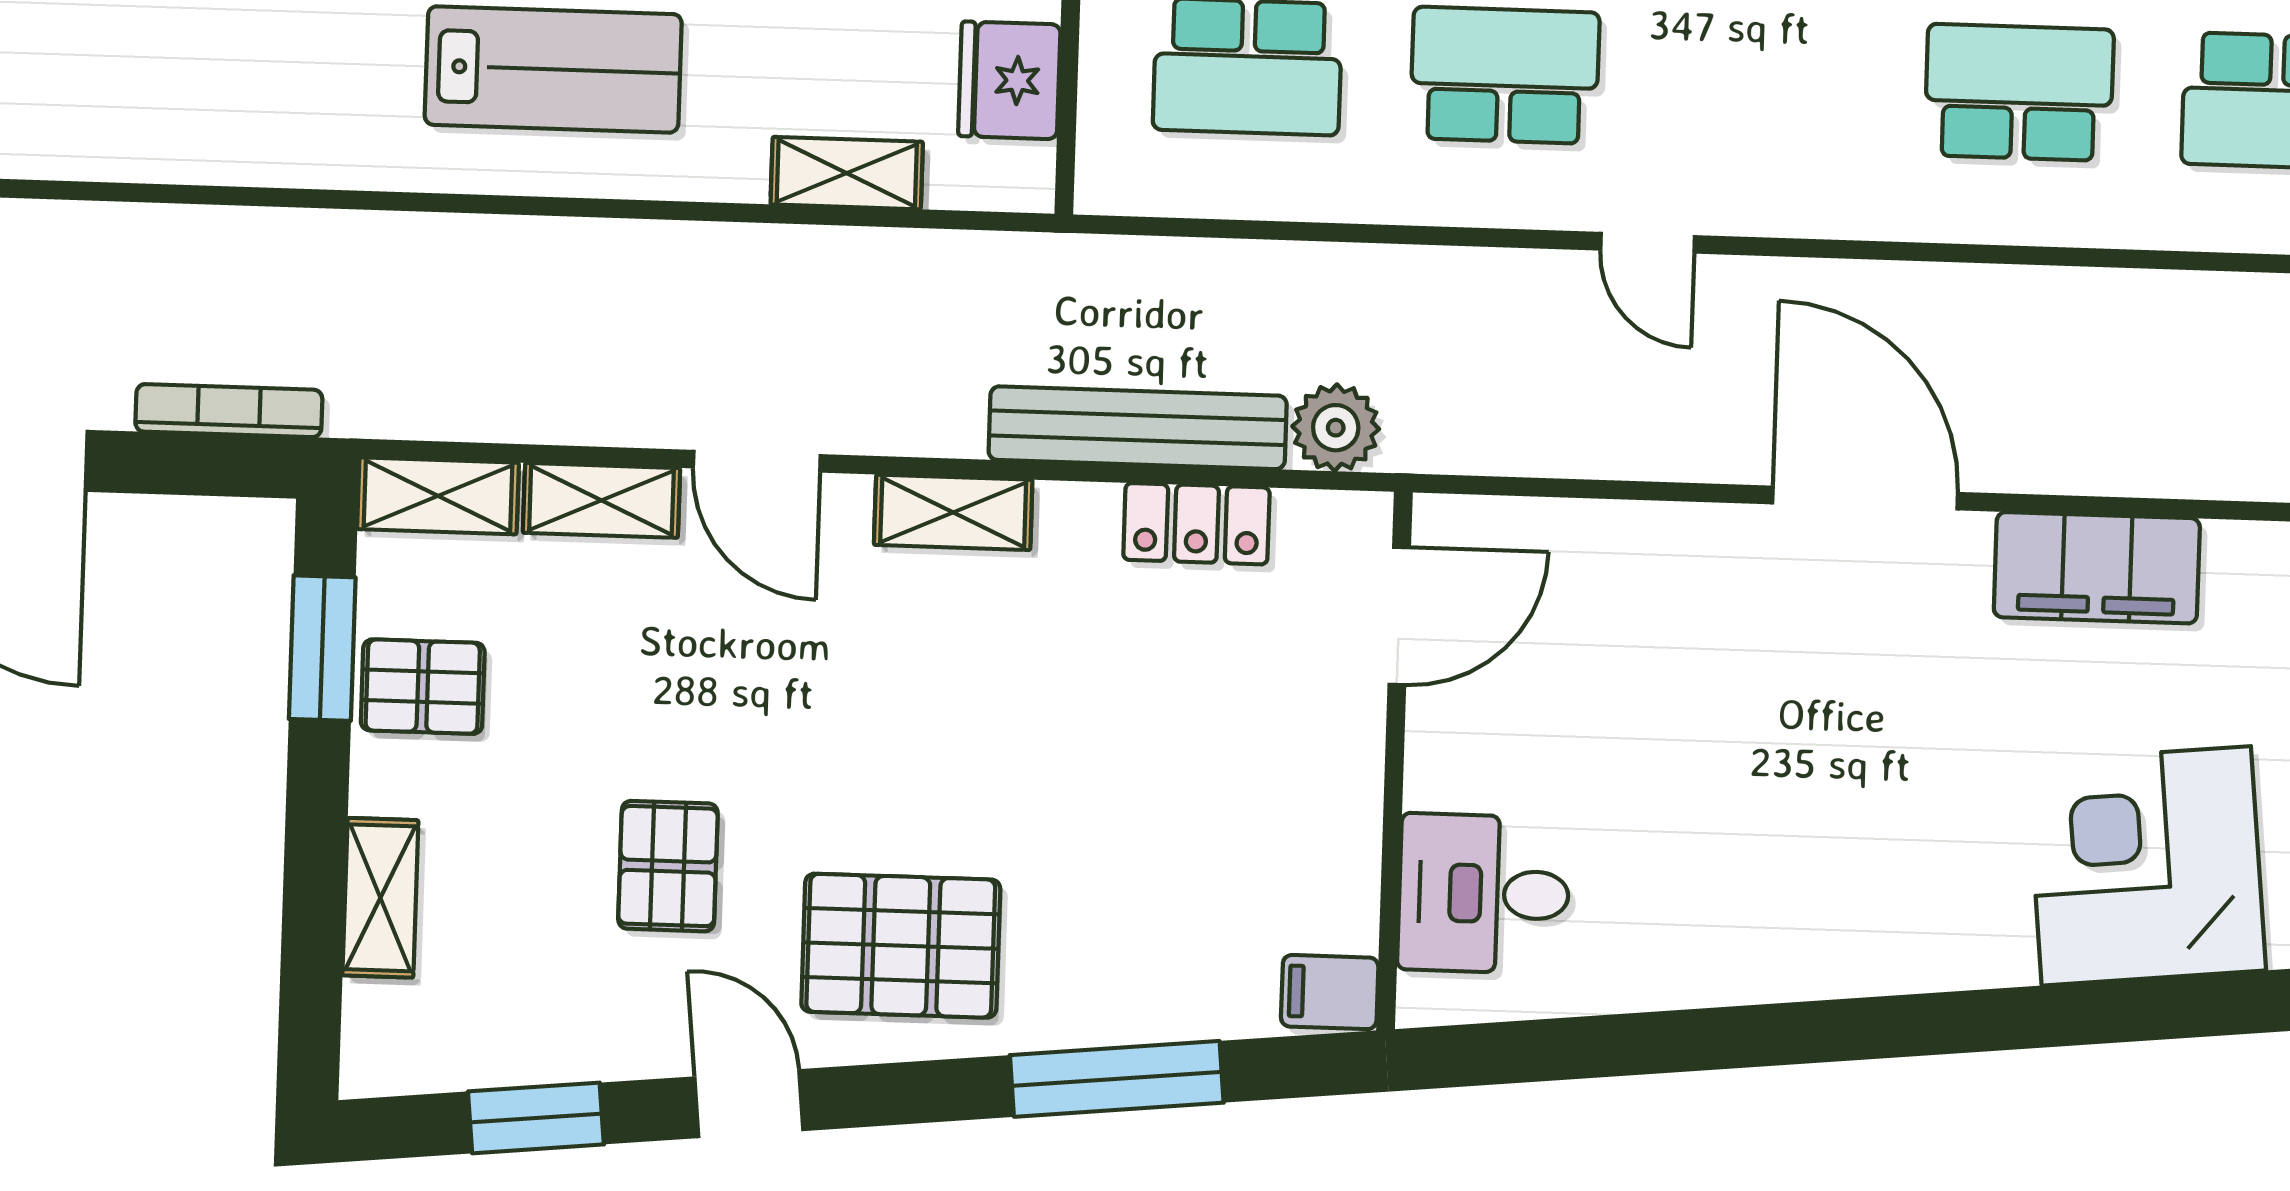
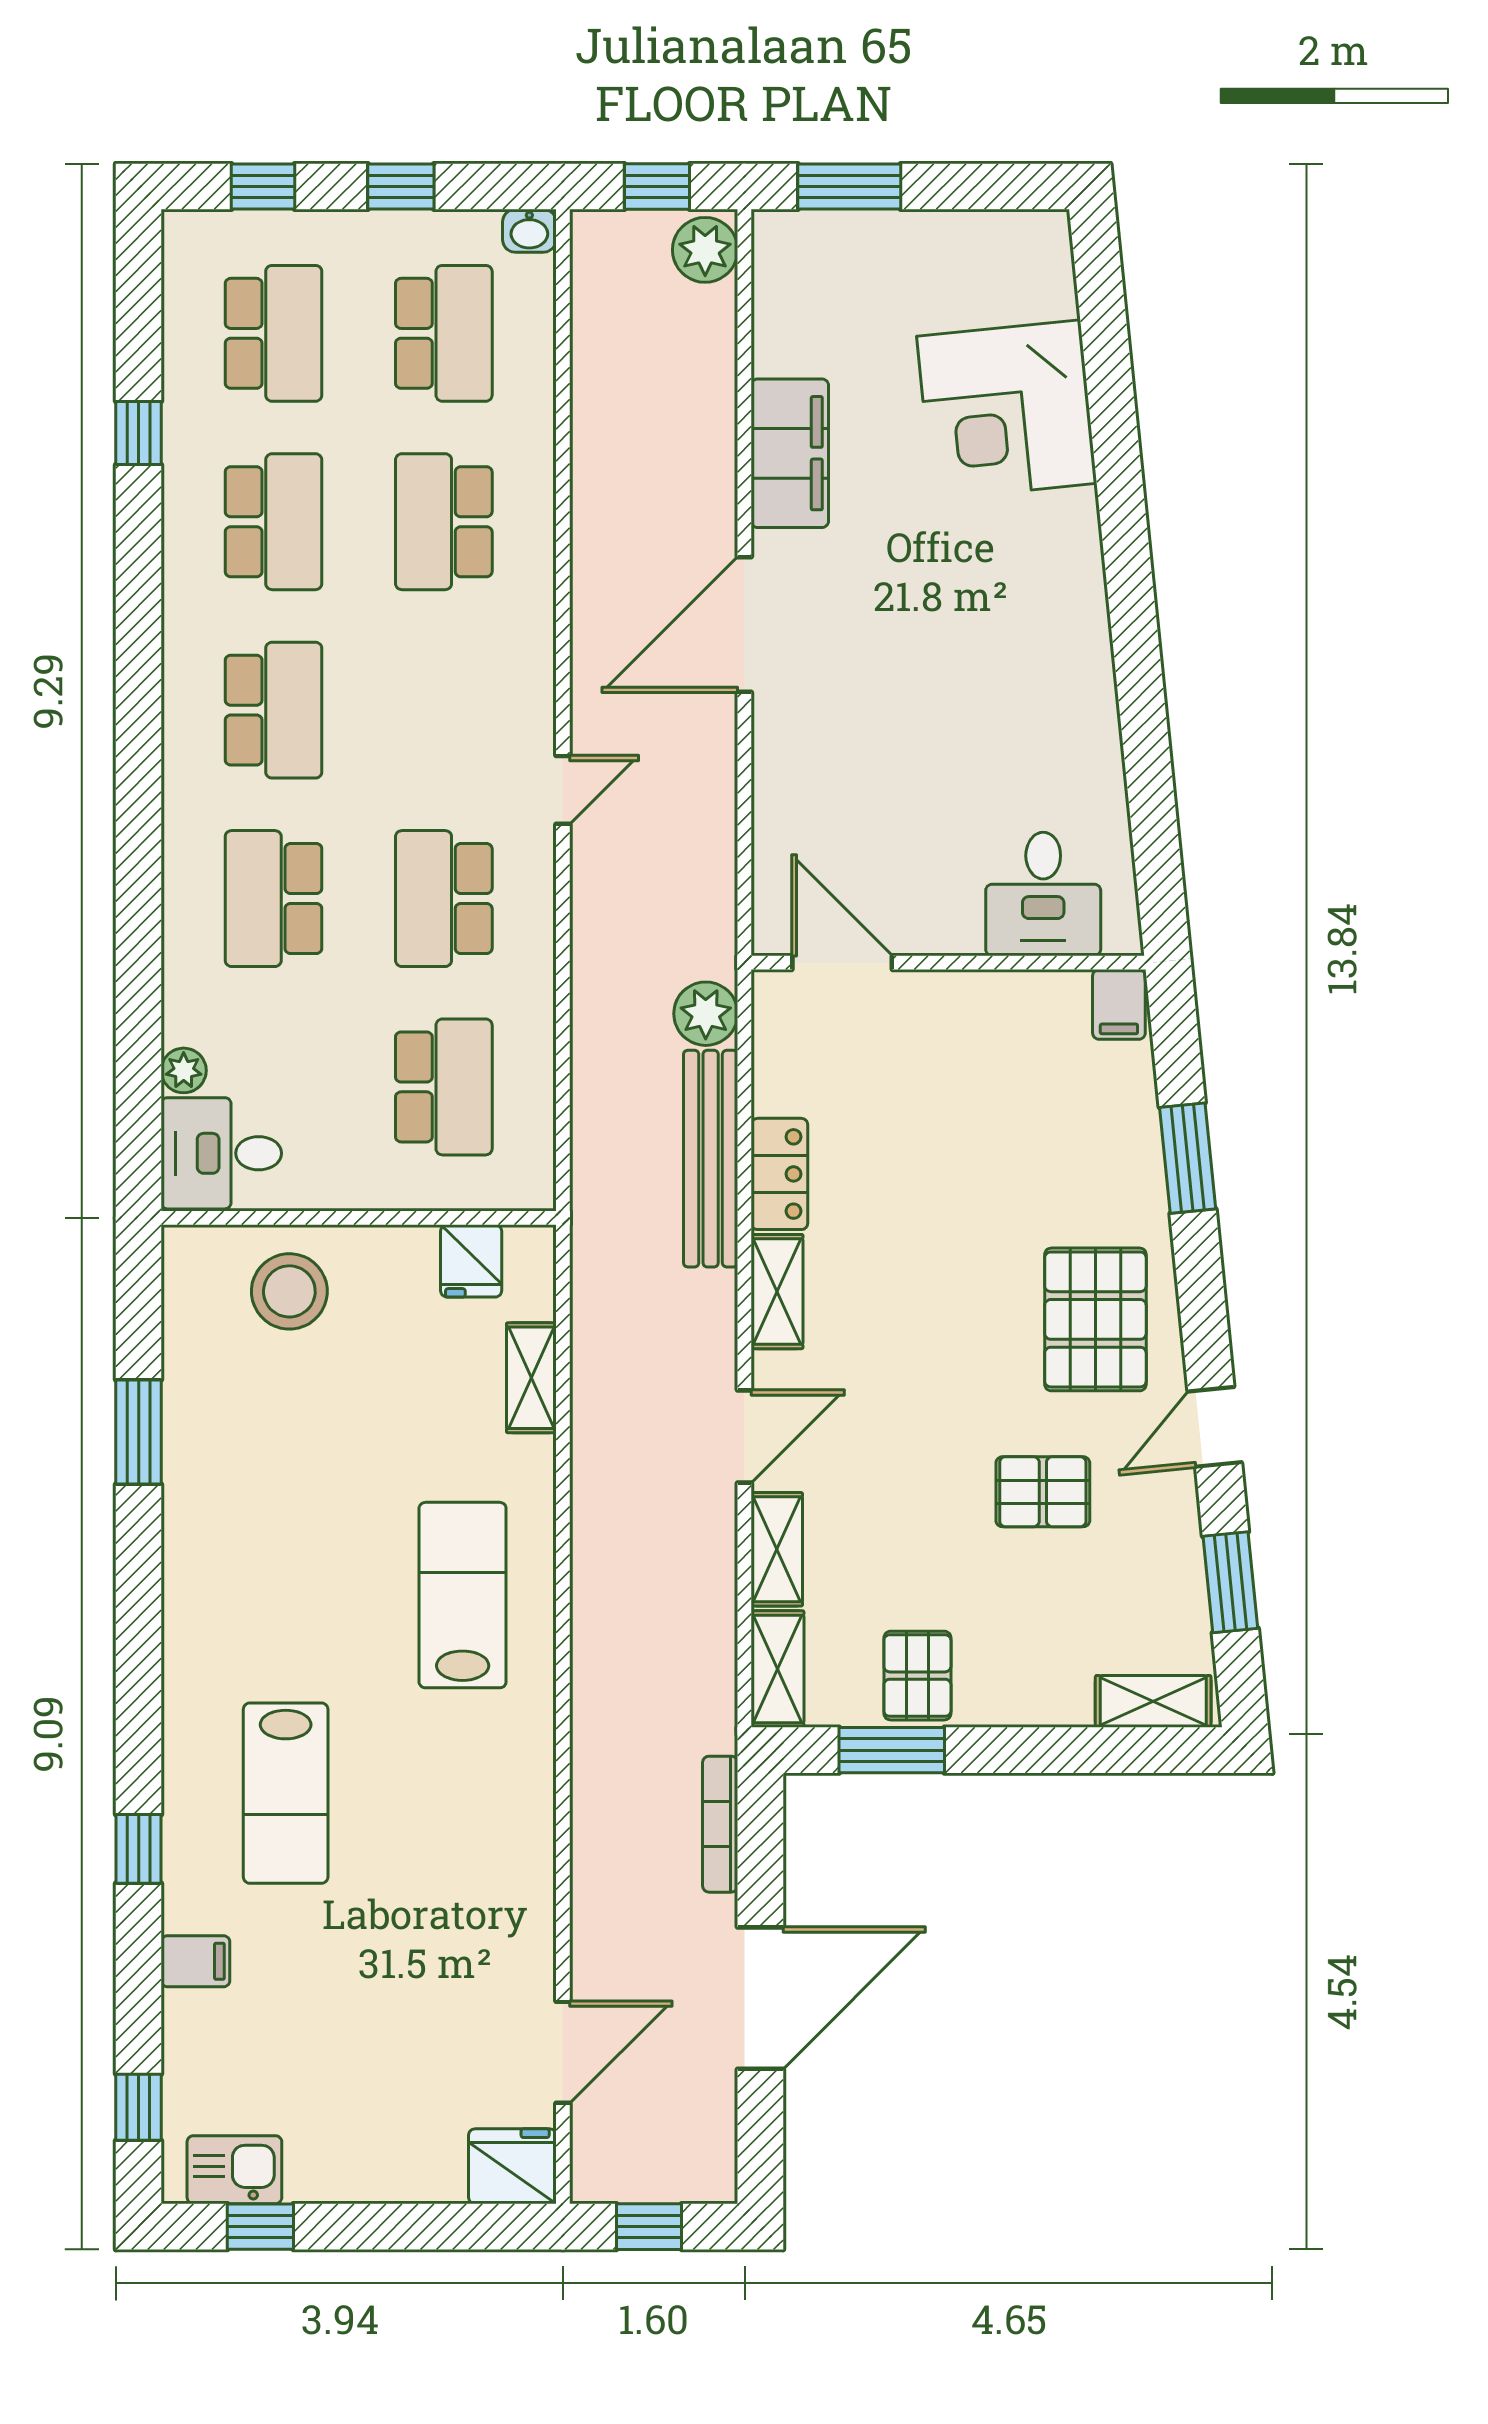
fridge: (1009, 80) -> (471, 1261), width x0.72
locker: (1196, 524) -> (779, 1174), moved
shelving: (380, 898) -> (1153, 1701), moved
window: (1117, 1079) -> (1188, 1158), width x0.69

